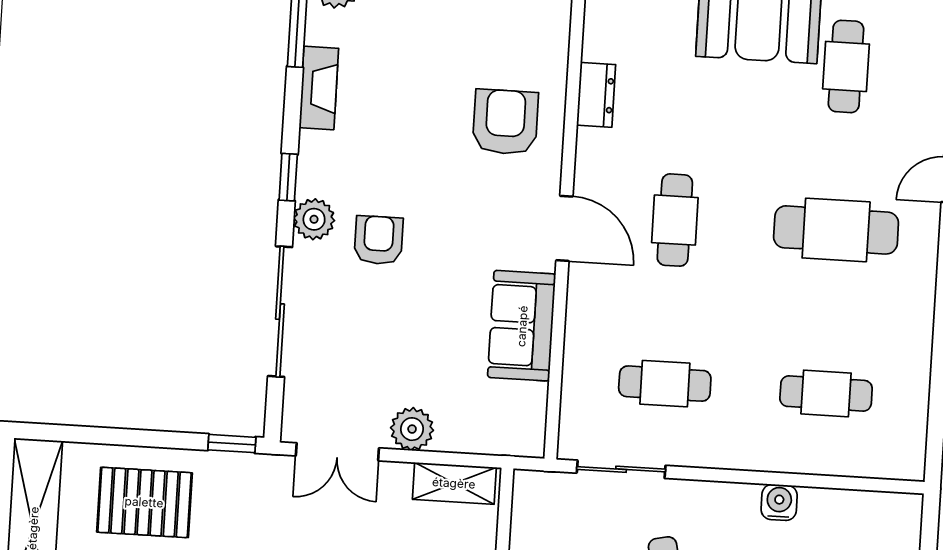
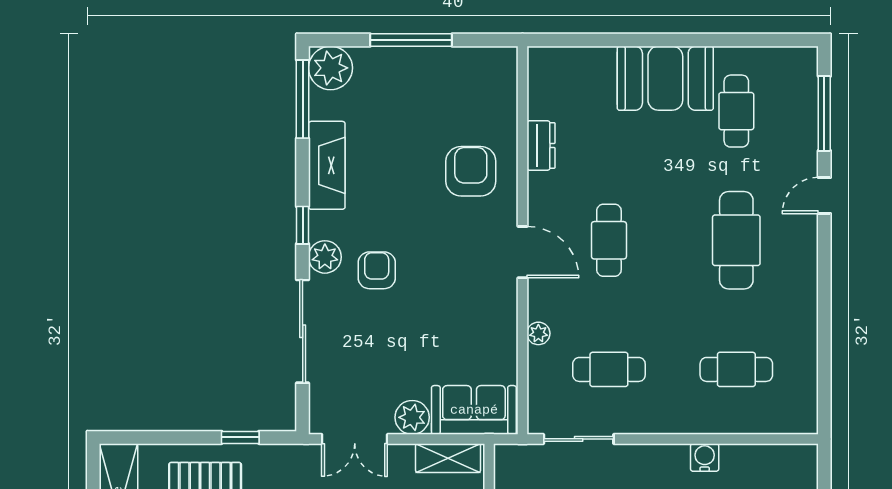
fireplace: (319, 88) -> (327, 165), width x1.37, depth x1.32
cafe table: (836, 230) -> (736, 240), turned 90
sofa: (522, 326) -> (474, 410), moved, turned 90
plant: (578, 333) -> (538, 333), added
window: (232, 444) -> (240, 437), moved

